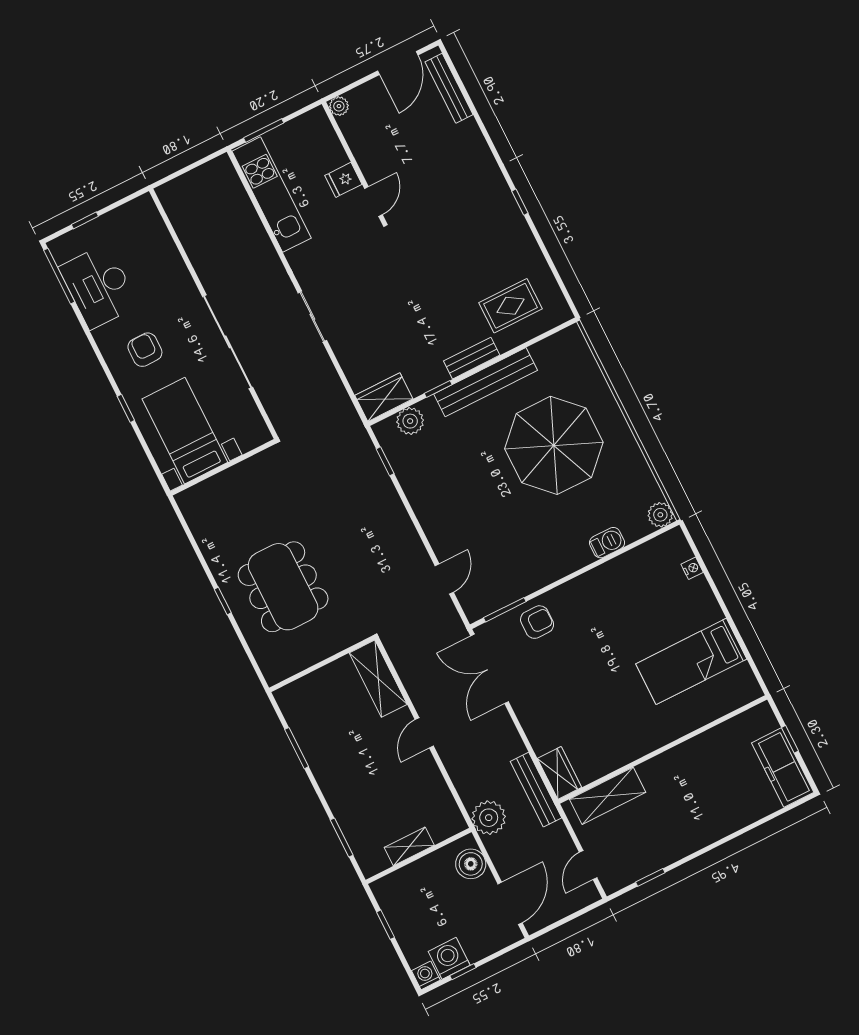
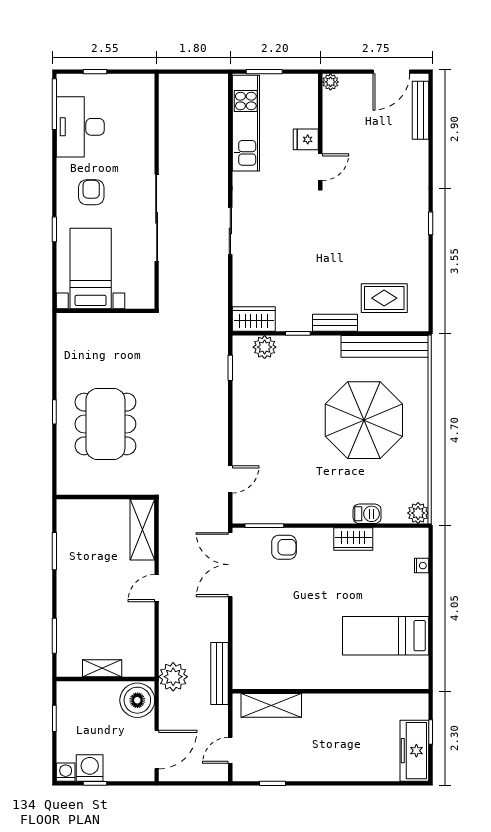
bench: (486, 382) -> (385, 346), moved
wardrobe: (559, 773) -> (353, 539), moved, turned 90
boiler: (471, 864) -> (137, 700), width x1.37, depth x1.37

